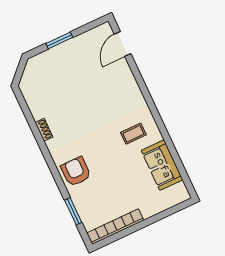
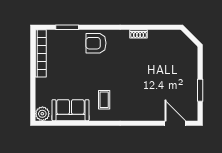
window: (59, 40) -> (200, 90), moved
armchair: (76, 172) -> (96, 43), turned 180
plant: (180, 194) -> (42, 114), added

